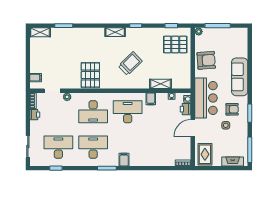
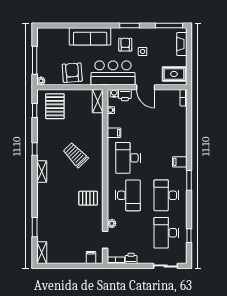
pallet: (90, 75) -> (88, 198), width x0.67, depth x0.71
shelving: (161, 84) -> (98, 101), moved

